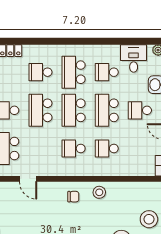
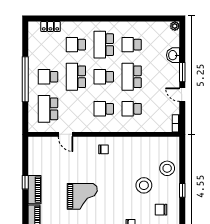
desk: (134, 58) -> (154, 33), removed
school desk: (74, 110) -> (104, 77), width x0.54
school desk: (140, 110) -> (159, 77), removed
stool: (99, 192) -> (125, 146), removed

